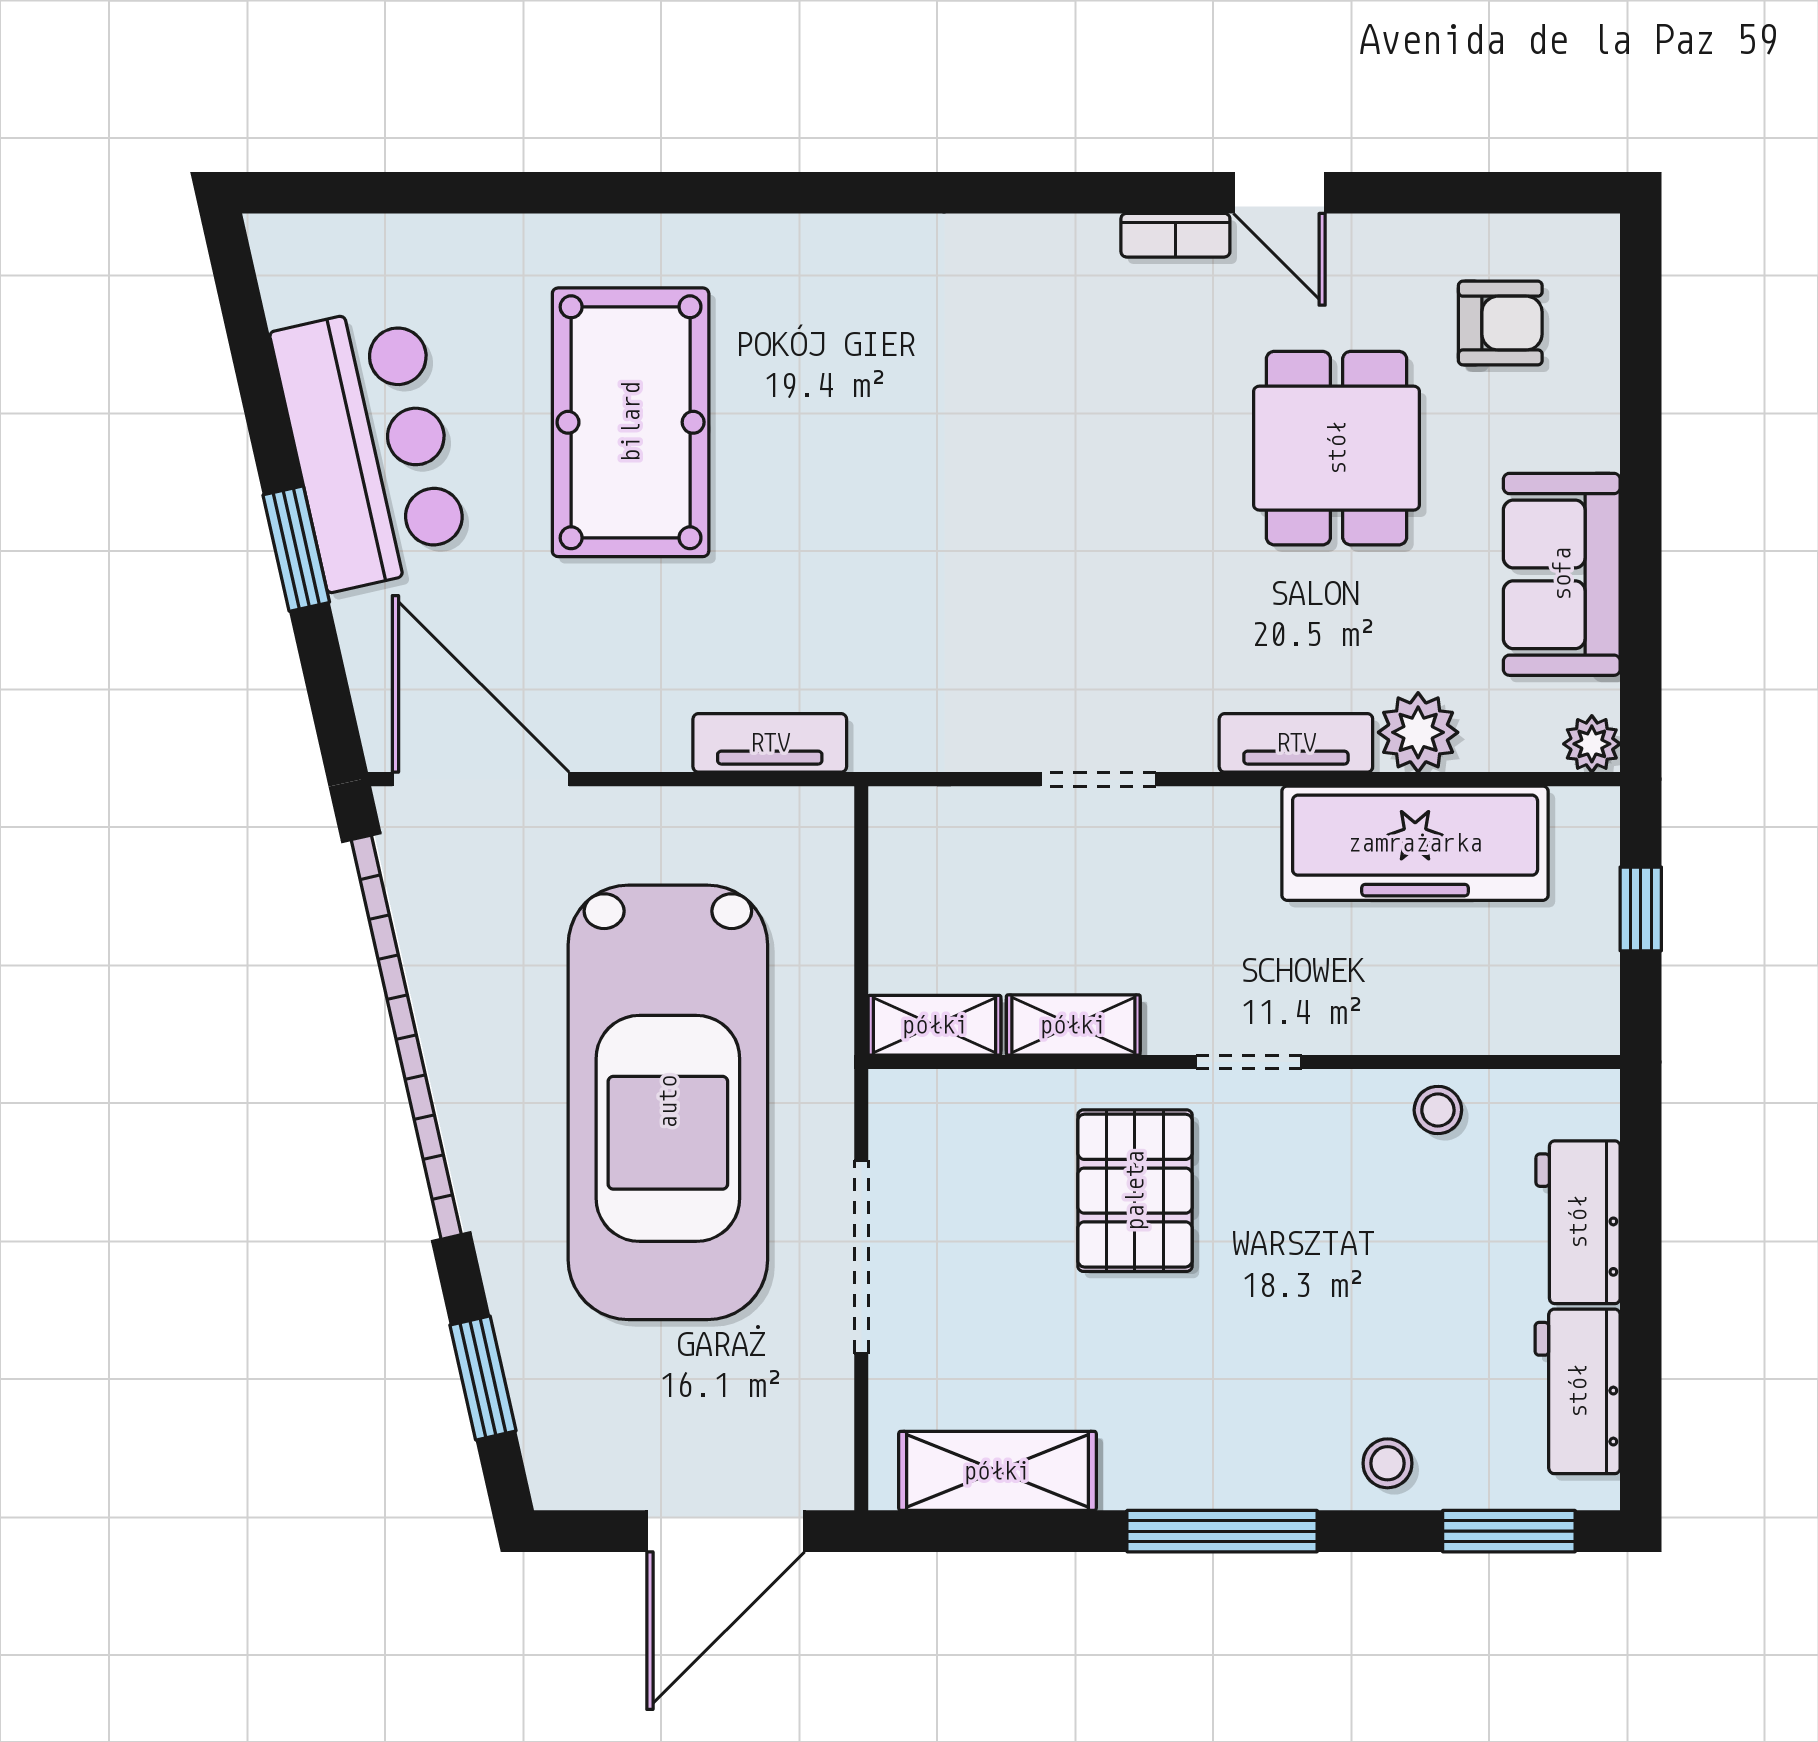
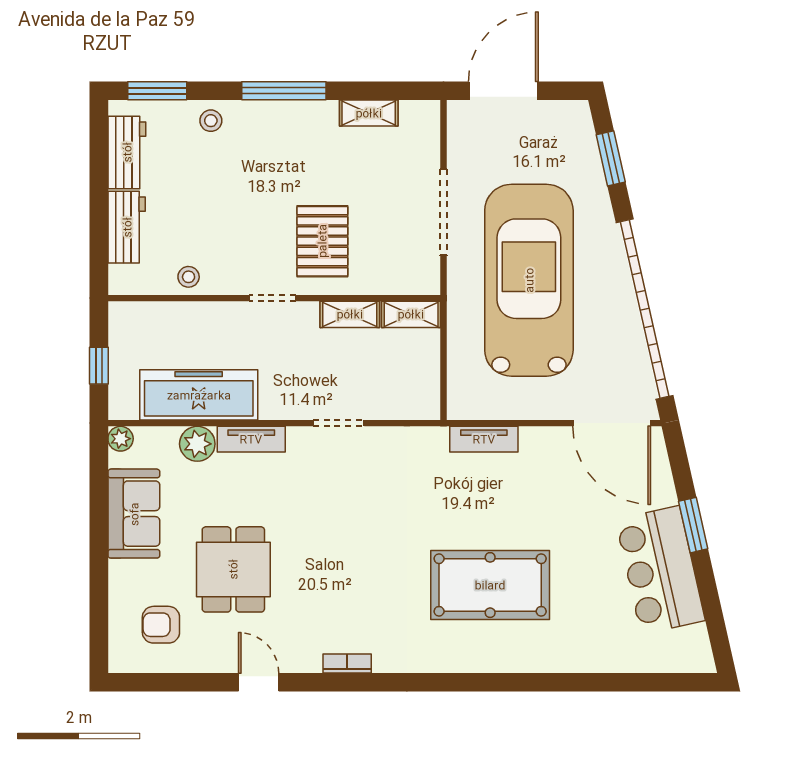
bookcase: (1175, 235) -> (347, 664), moved
pool table: (631, 422) -> (490, 585), moved, turned 90
shelving: (997, 1471) -> (369, 113), width x0.67, depth x0.75

